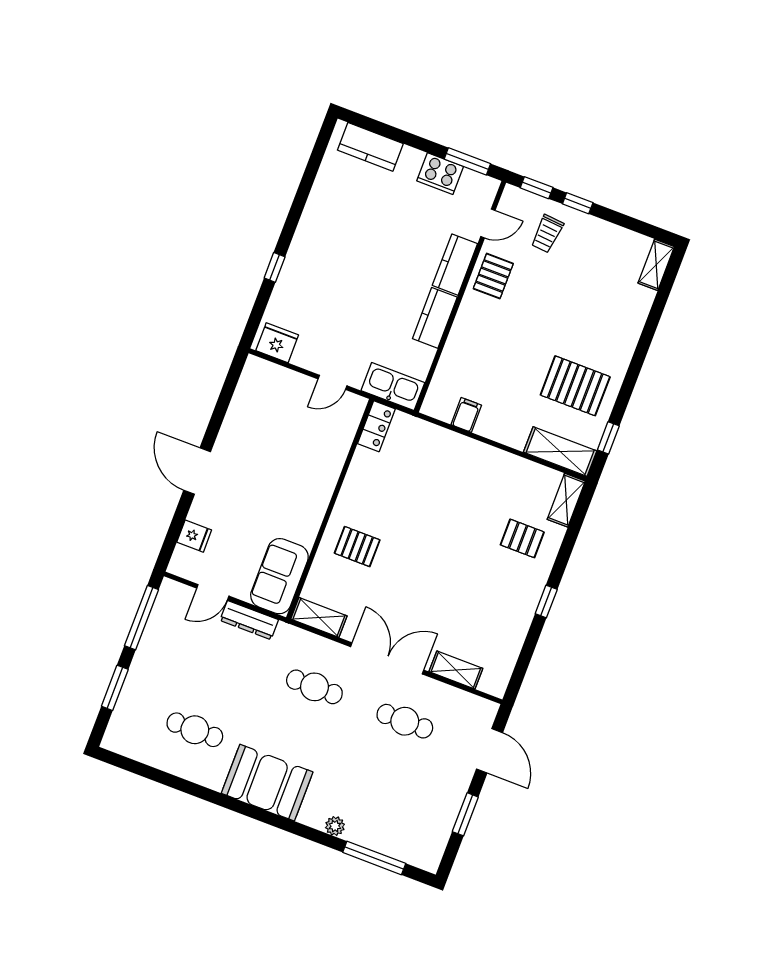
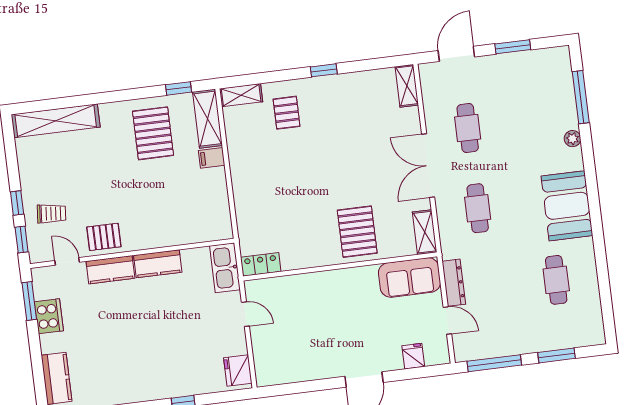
shelving: (656, 265) -> (56, 121), width x2.20, depth x1.33
filing cabinet: (466, 415) -> (212, 158), moved
pallet: (357, 547) -> (357, 232), width x1.50, depth x1.42
shelving: (456, 670) -> (407, 86), moved

